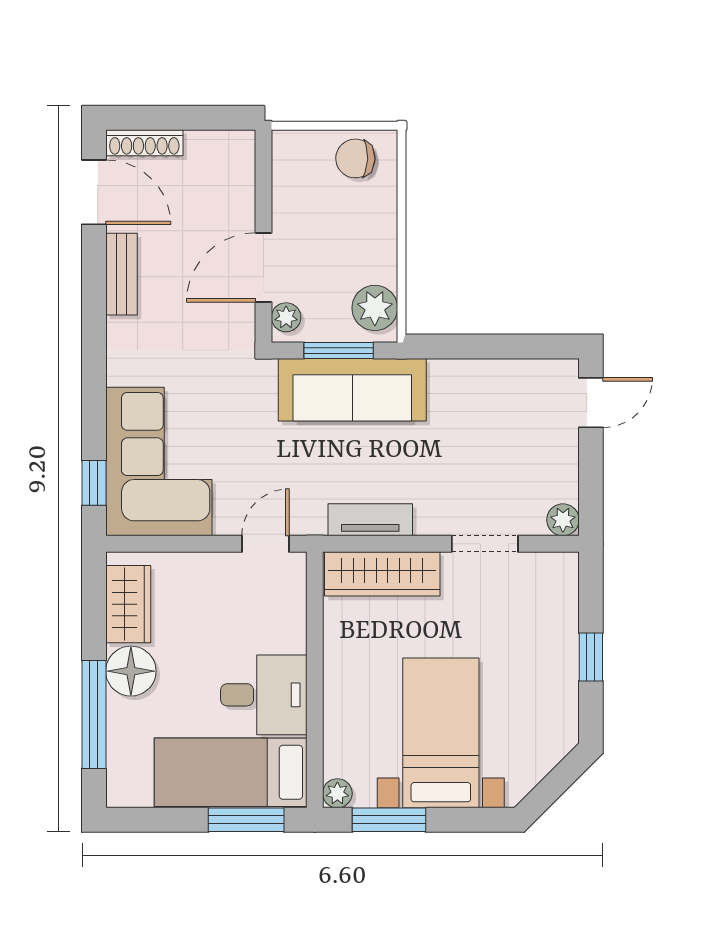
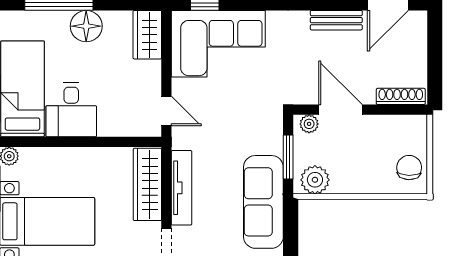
shoe rack: (144, 143) -> (401, 96), moved, turned 90
sofa: (352, 390) -> (263, 202), moved
tv unit: (370, 520) -> (182, 188), width x1.41
wardrobe: (128, 604) -> (147, 35), moved, turned 90

